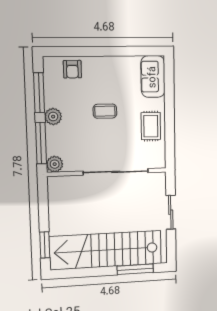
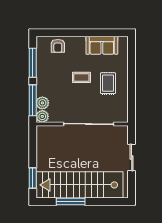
sofa: (153, 77) -> (102, 45), moved, turned -90
plant: (53, 117) -> (42, 103), moved
rug: (151, 126) -> (108, 83), moved
window: (135, 269) -> (71, 202), moved

